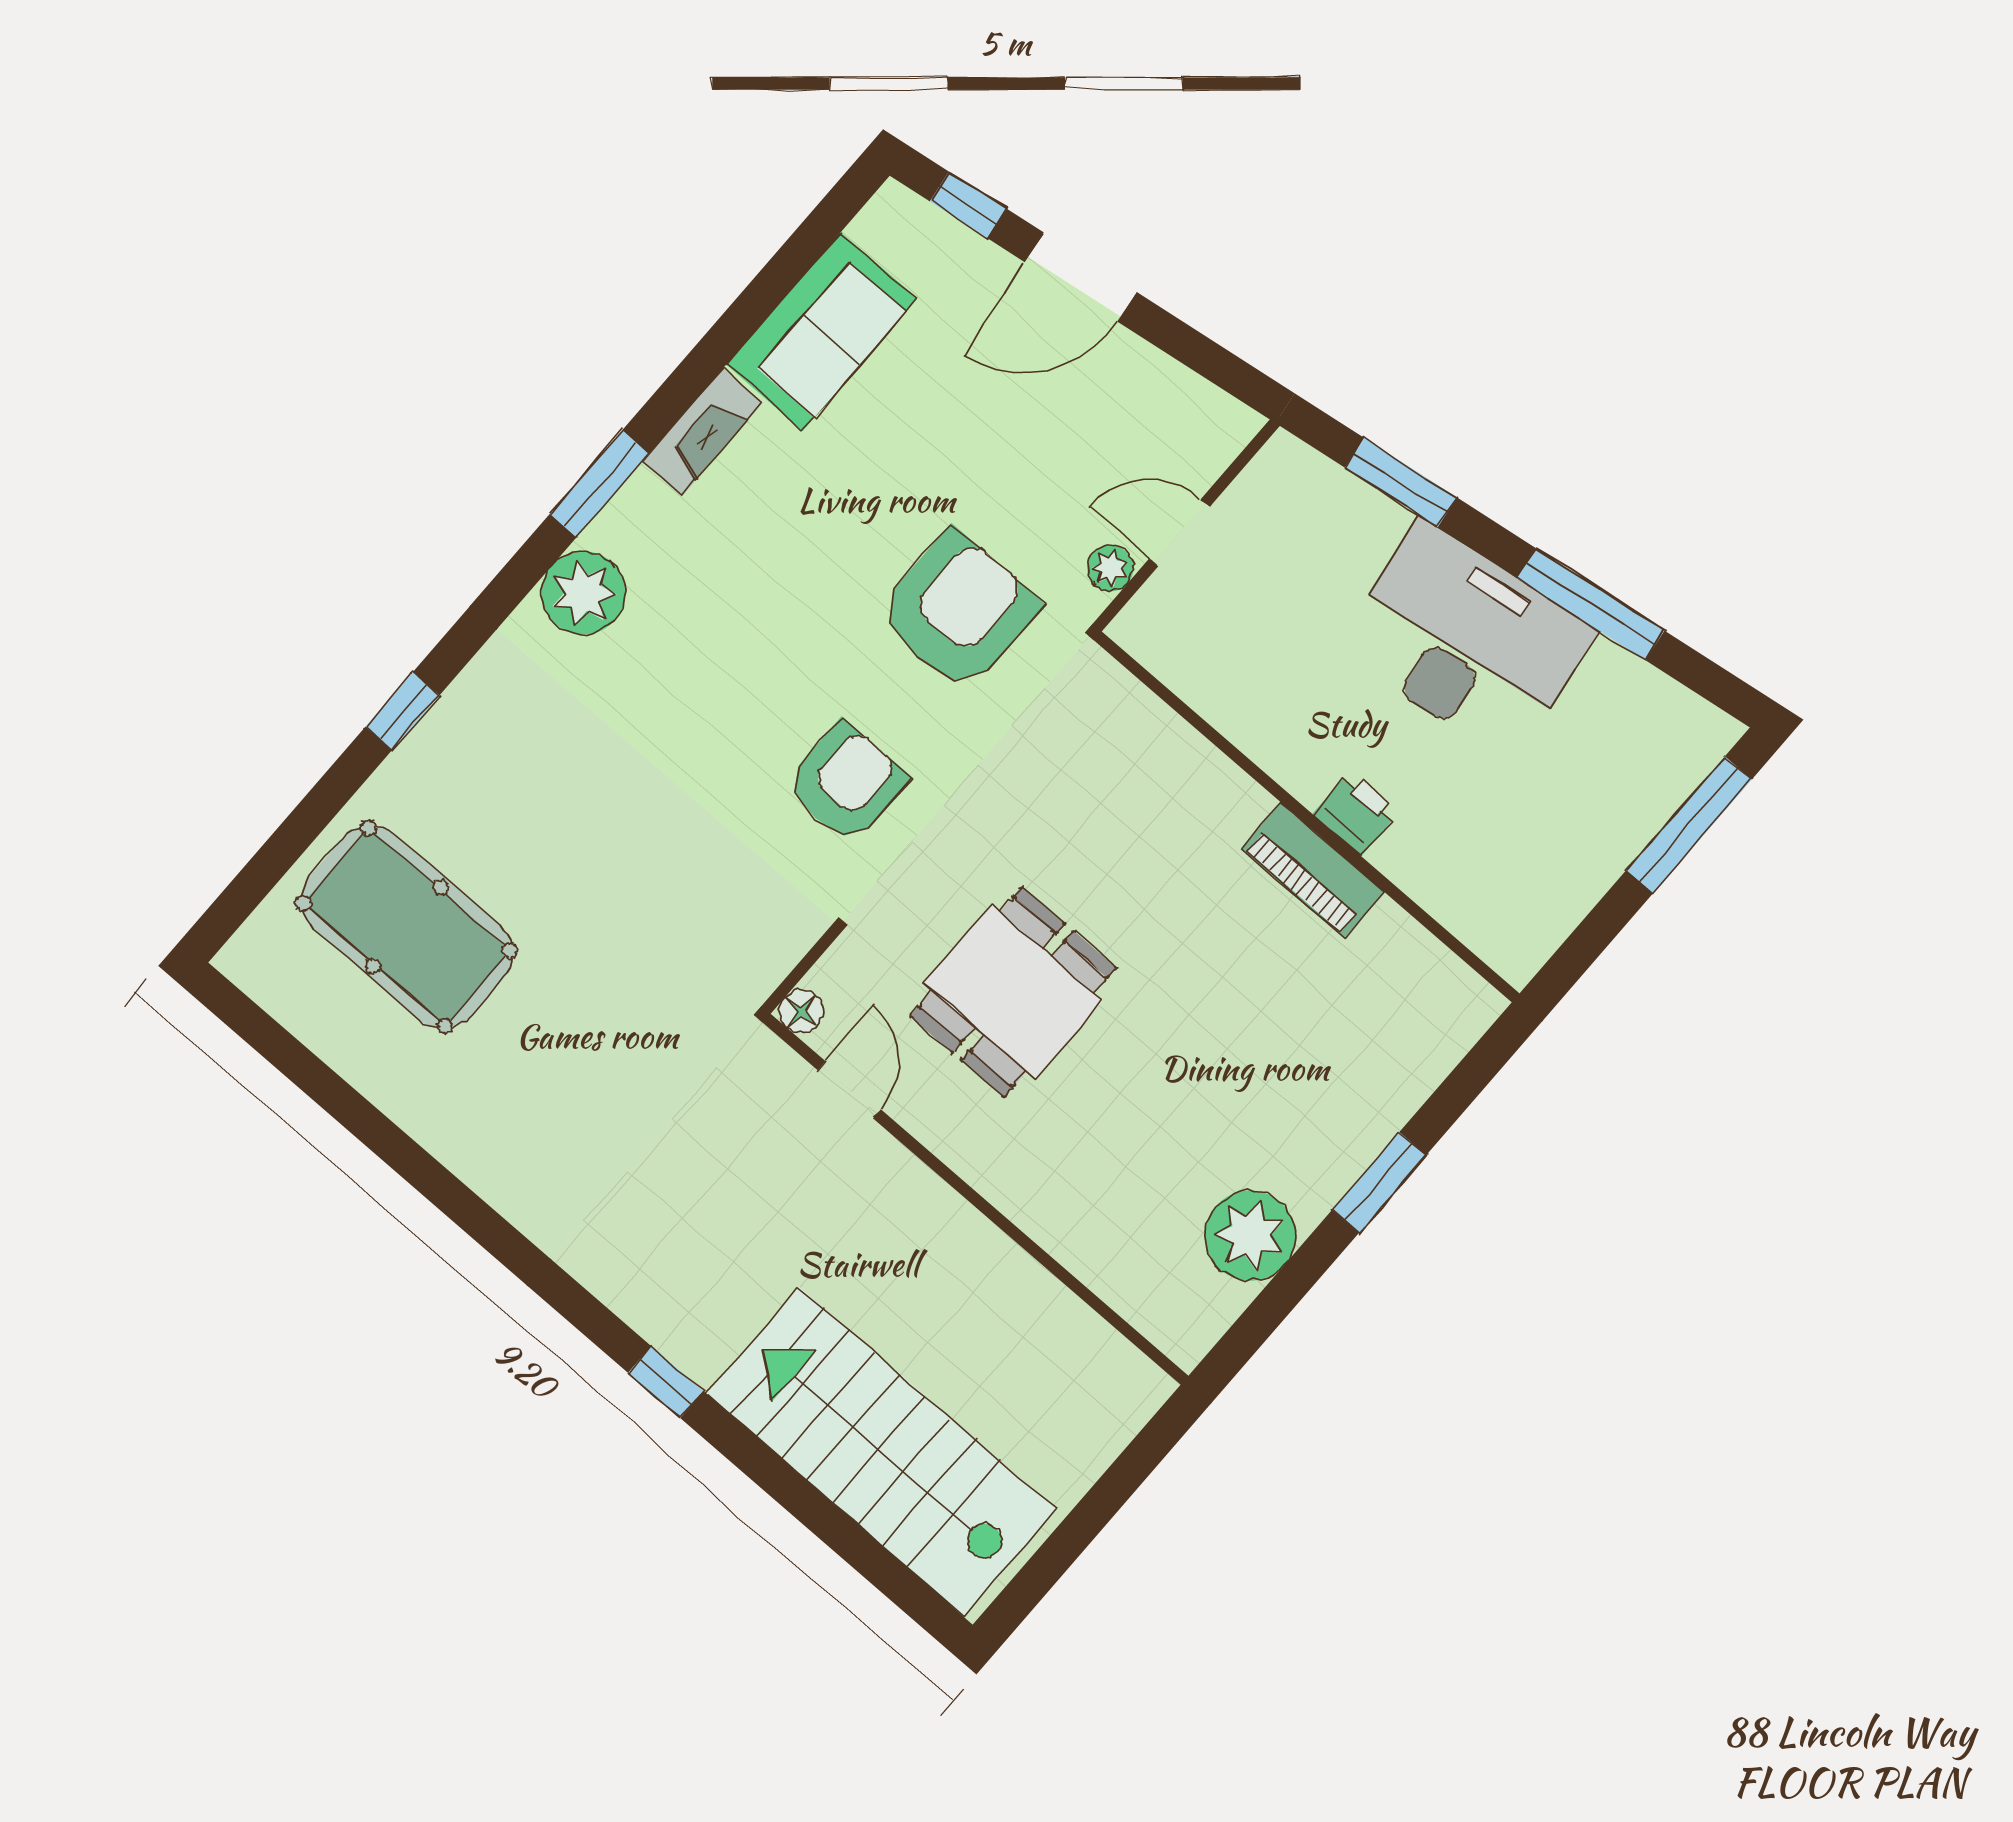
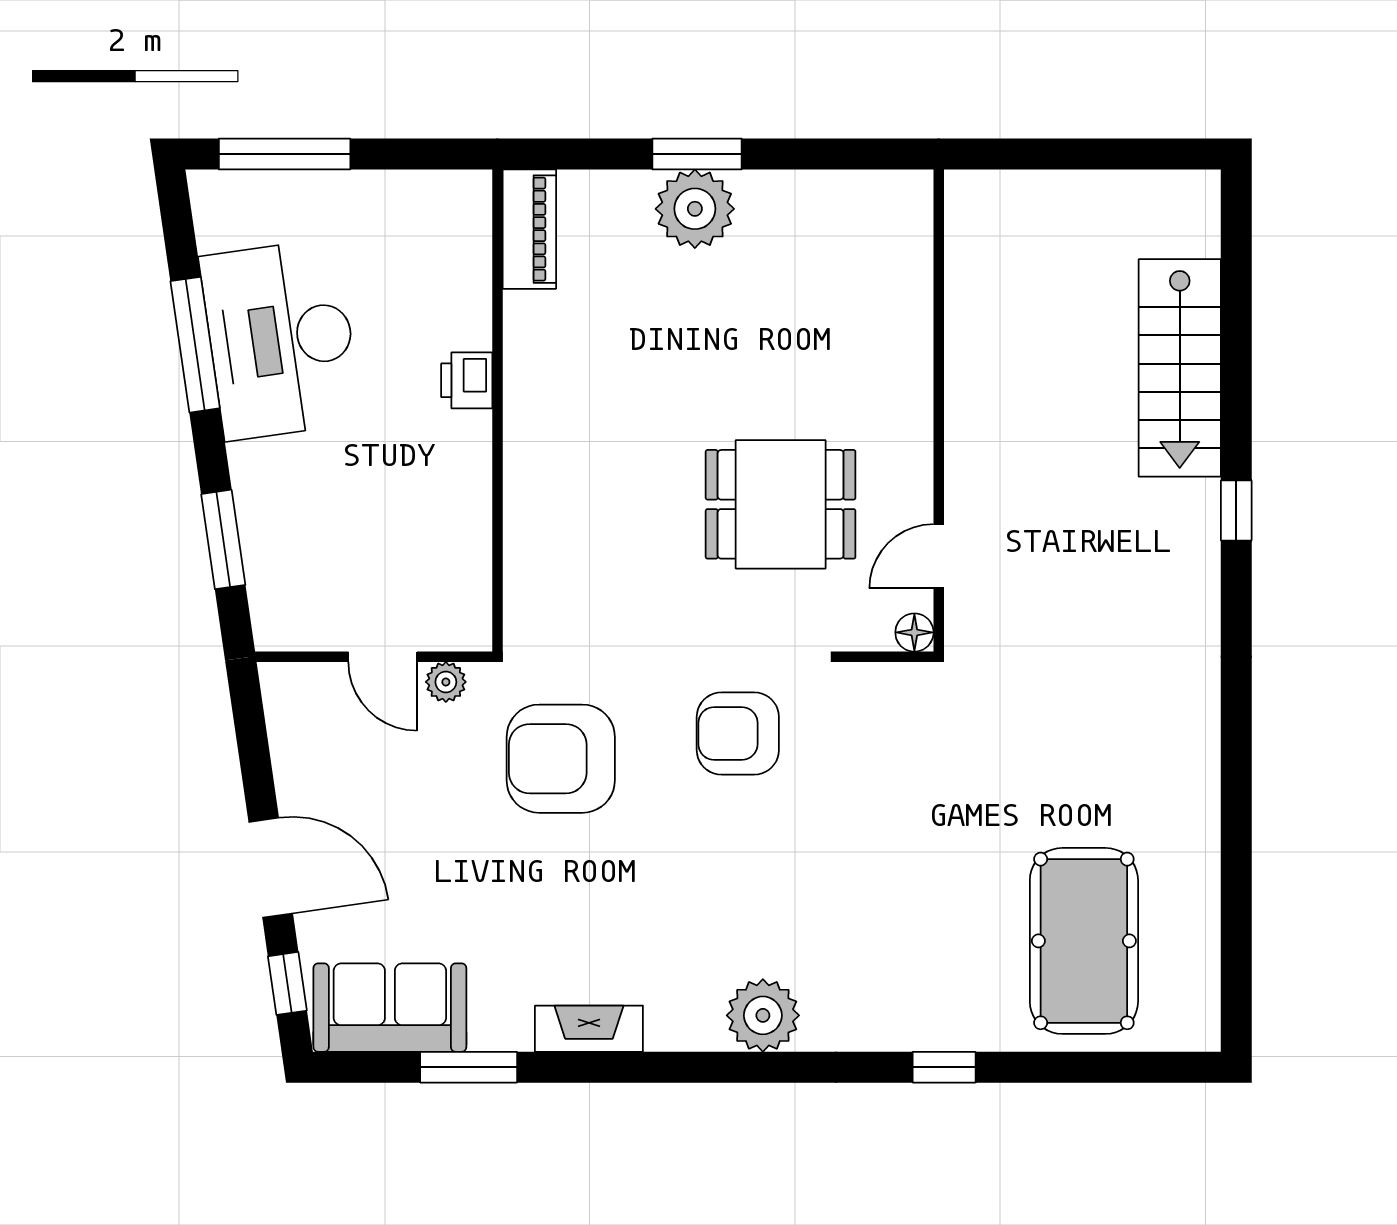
sofa: (822, 331) -> (390, 1008), moved
window: (599, 484) -> (469, 1067), moved
desk: (1466, 641) -> (281, 339), moved
piano: (1313, 870) -> (529, 229), moved
plant: (1250, 1236) -> (695, 209), moved
stairs: (881, 1452) -> (1180, 368), width x0.73, depth x0.66

